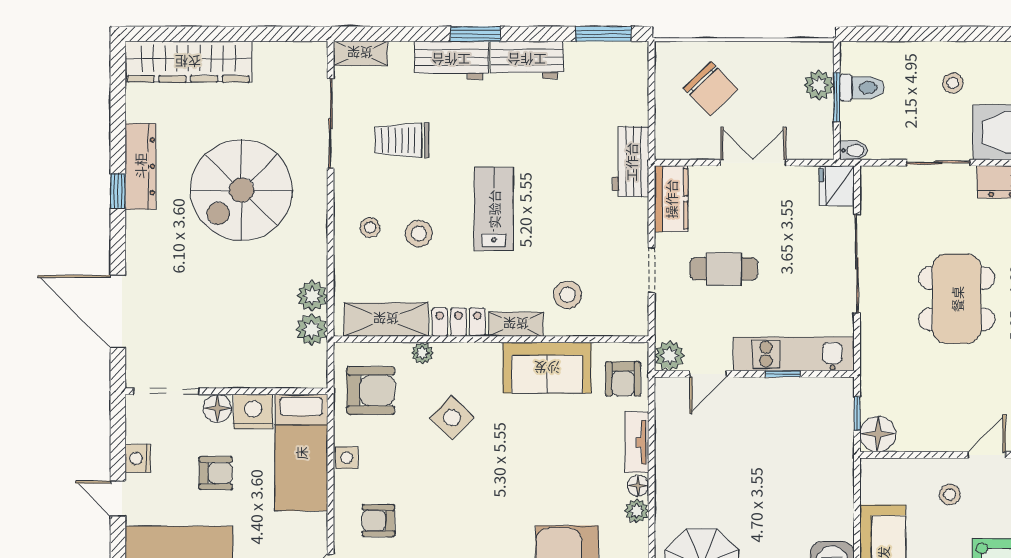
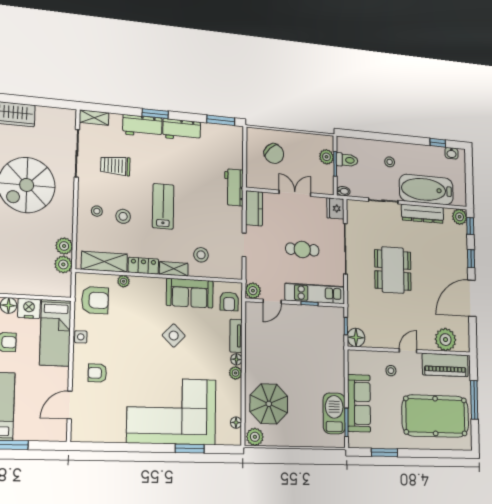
cafe table: (724, 269) -> (302, 249), moved
side table: (452, 418) -> (174, 336), moved

